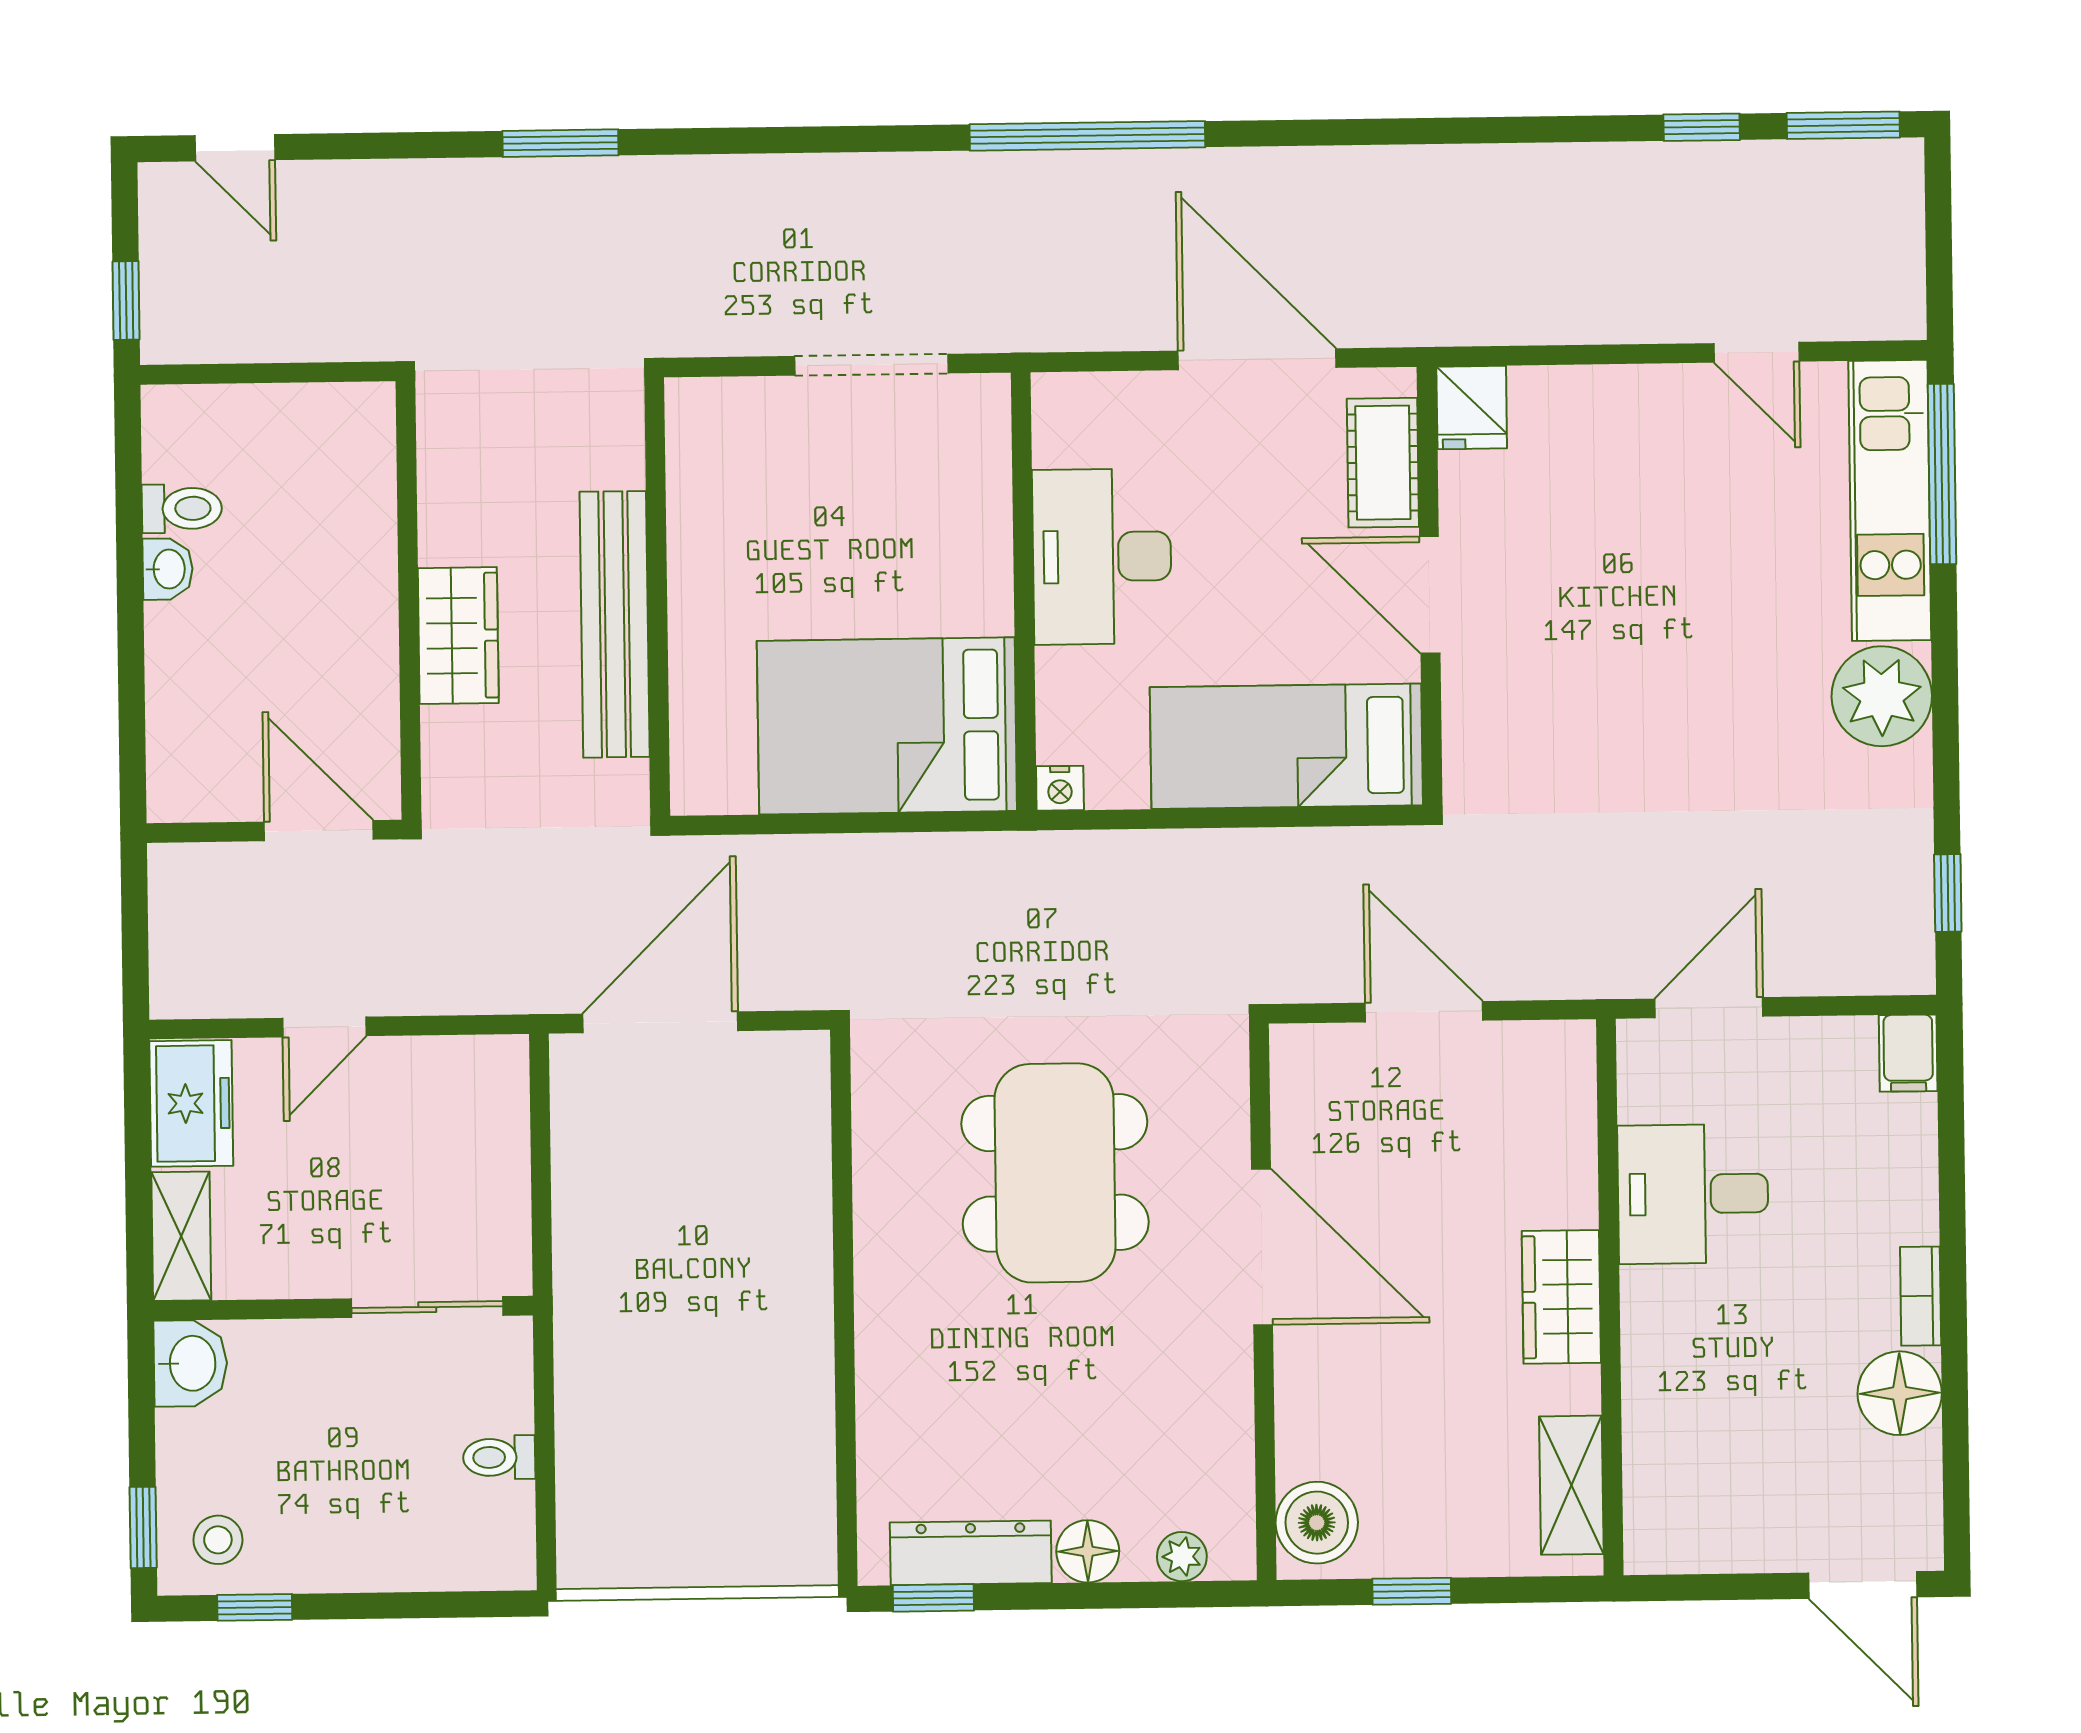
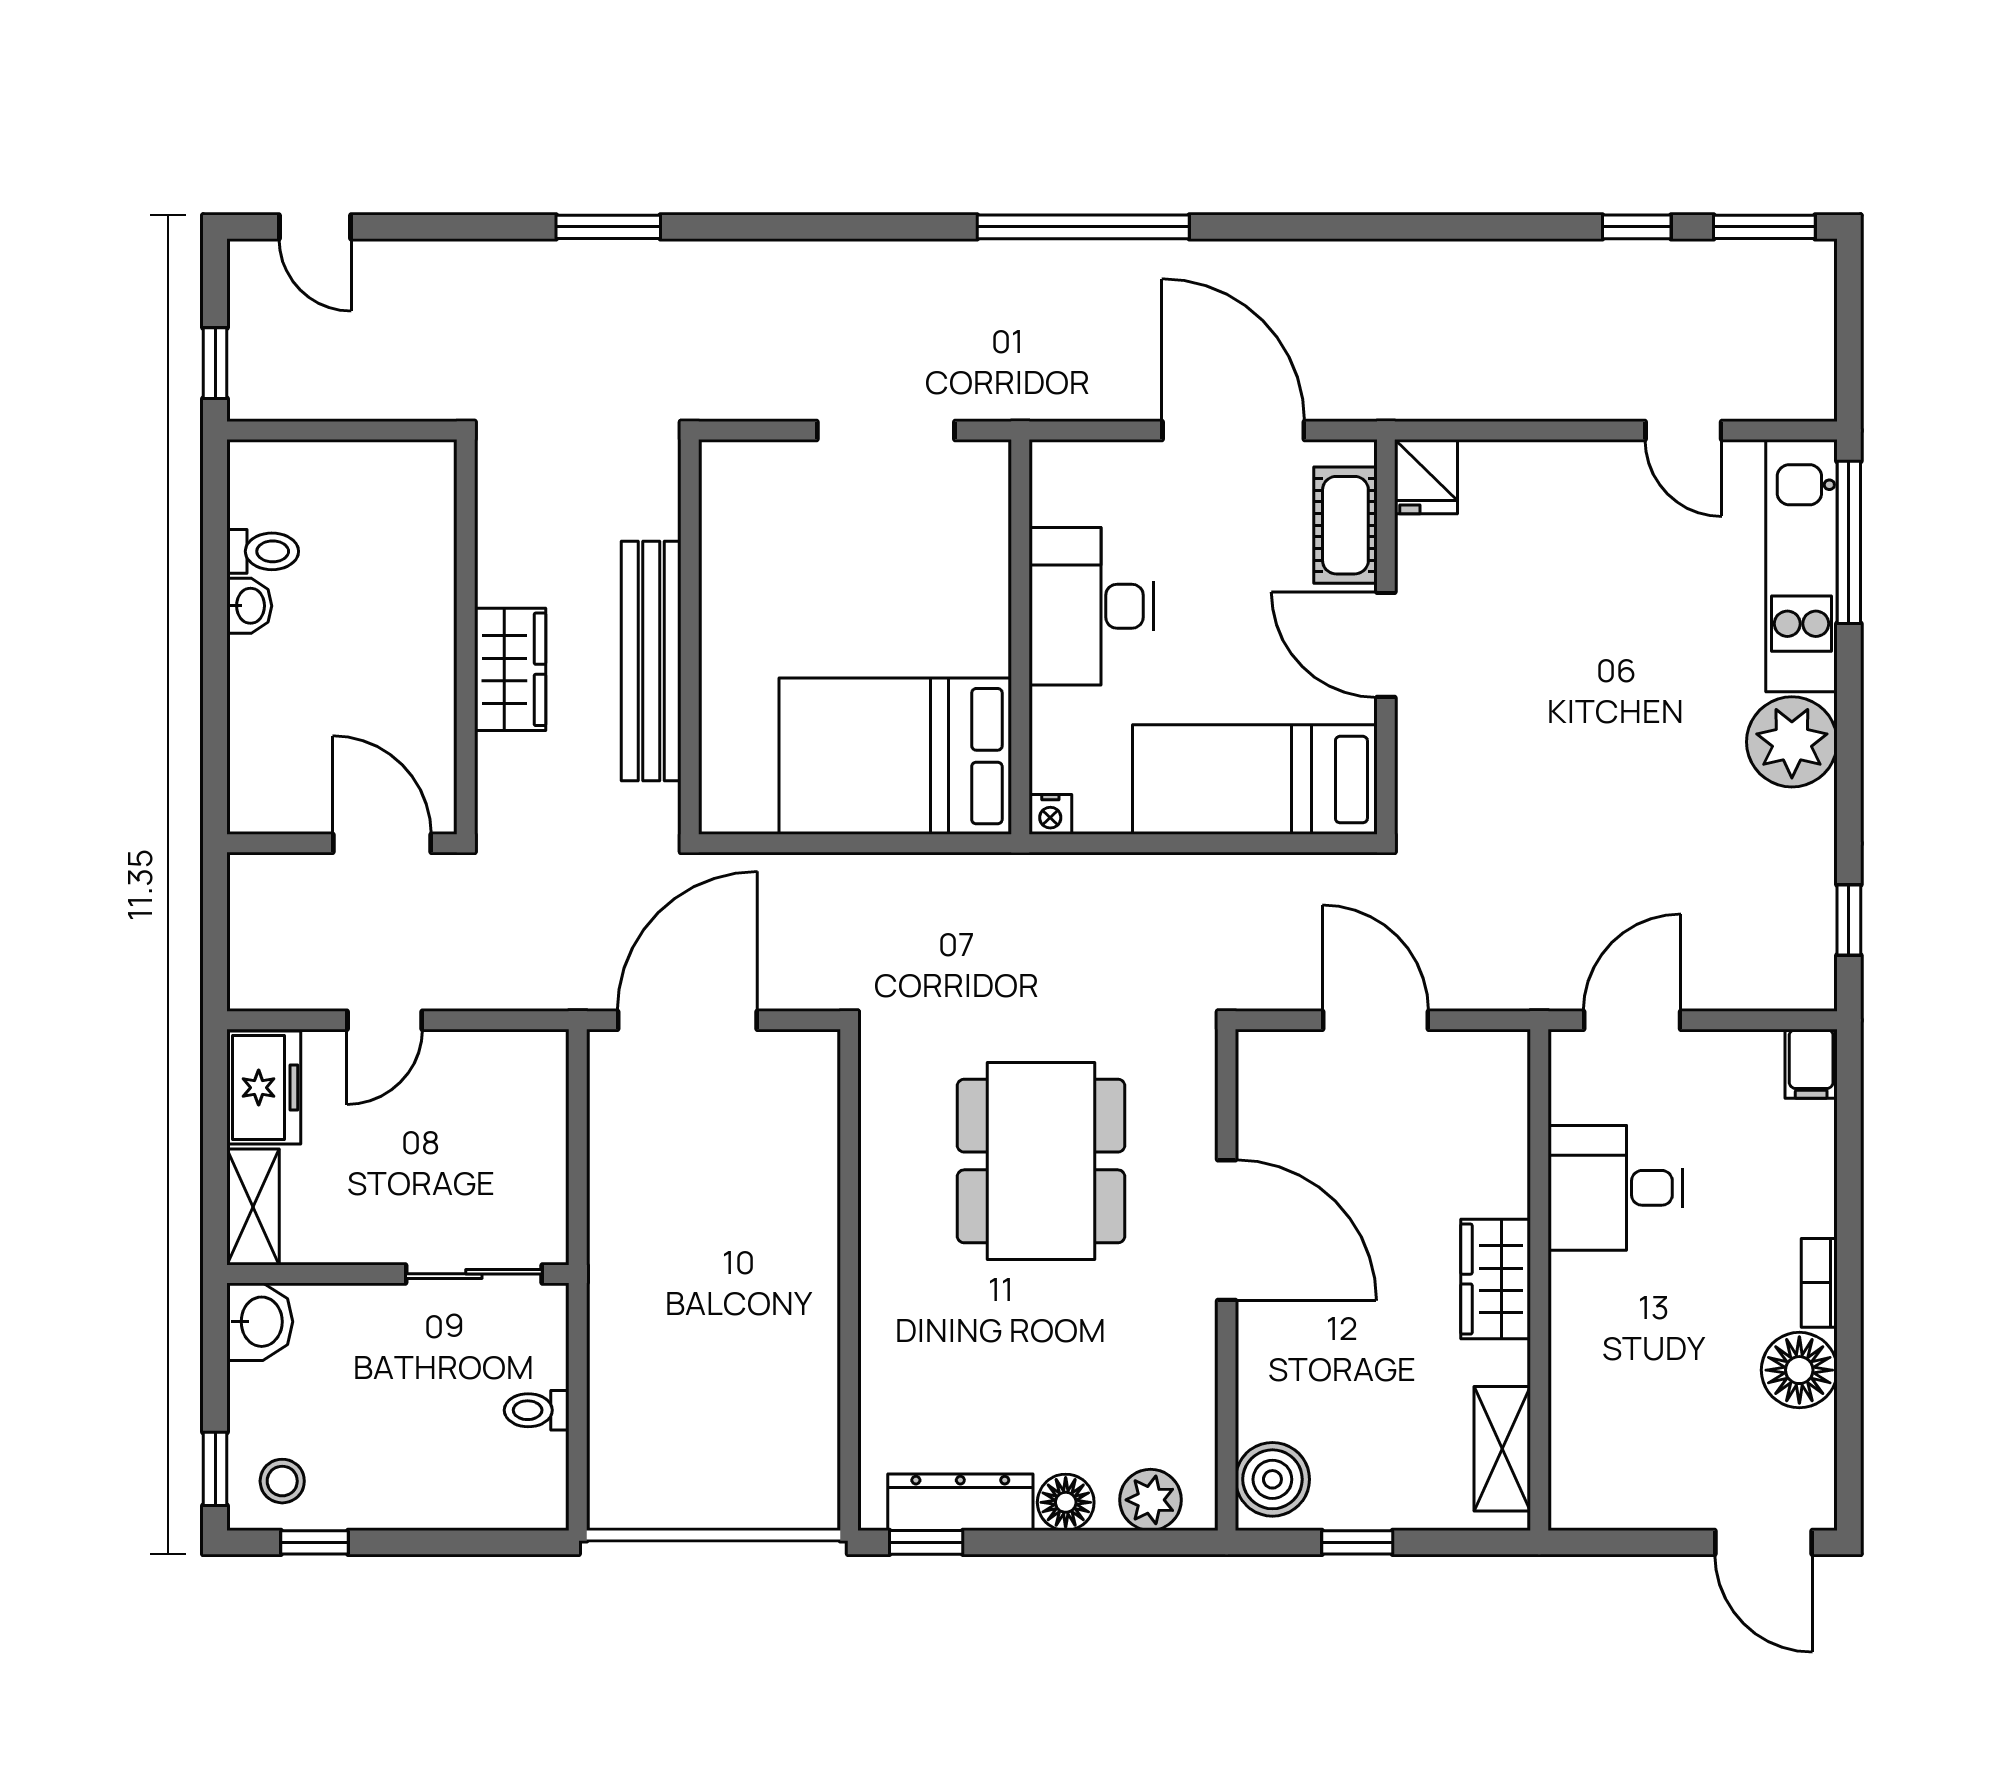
plant: (1182, 1557) -> (1151, 1500), width x1.38, depth x1.38

